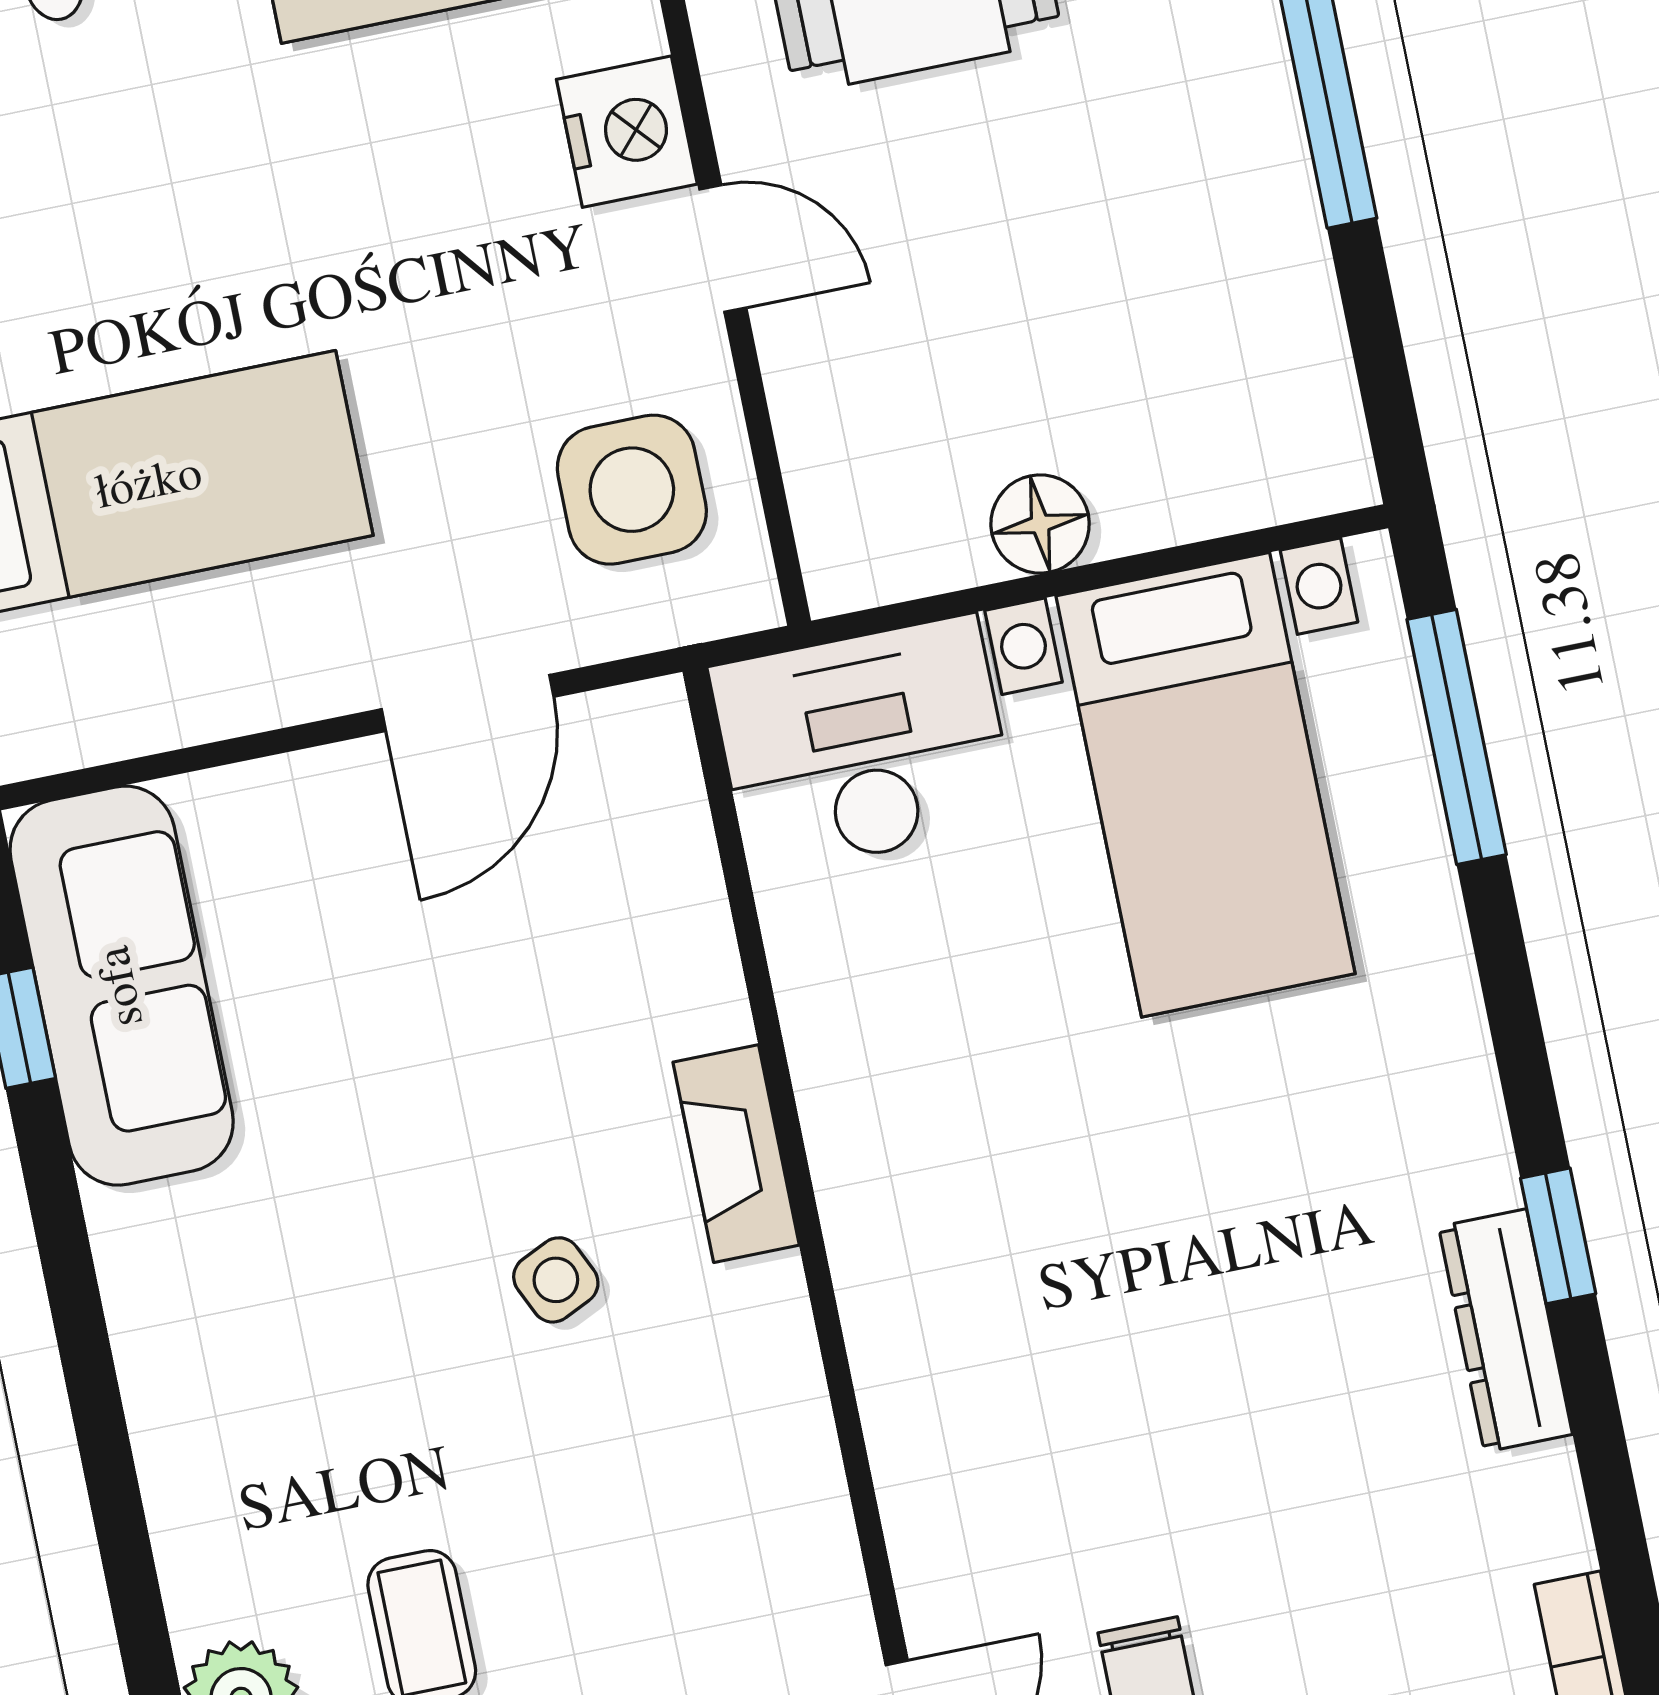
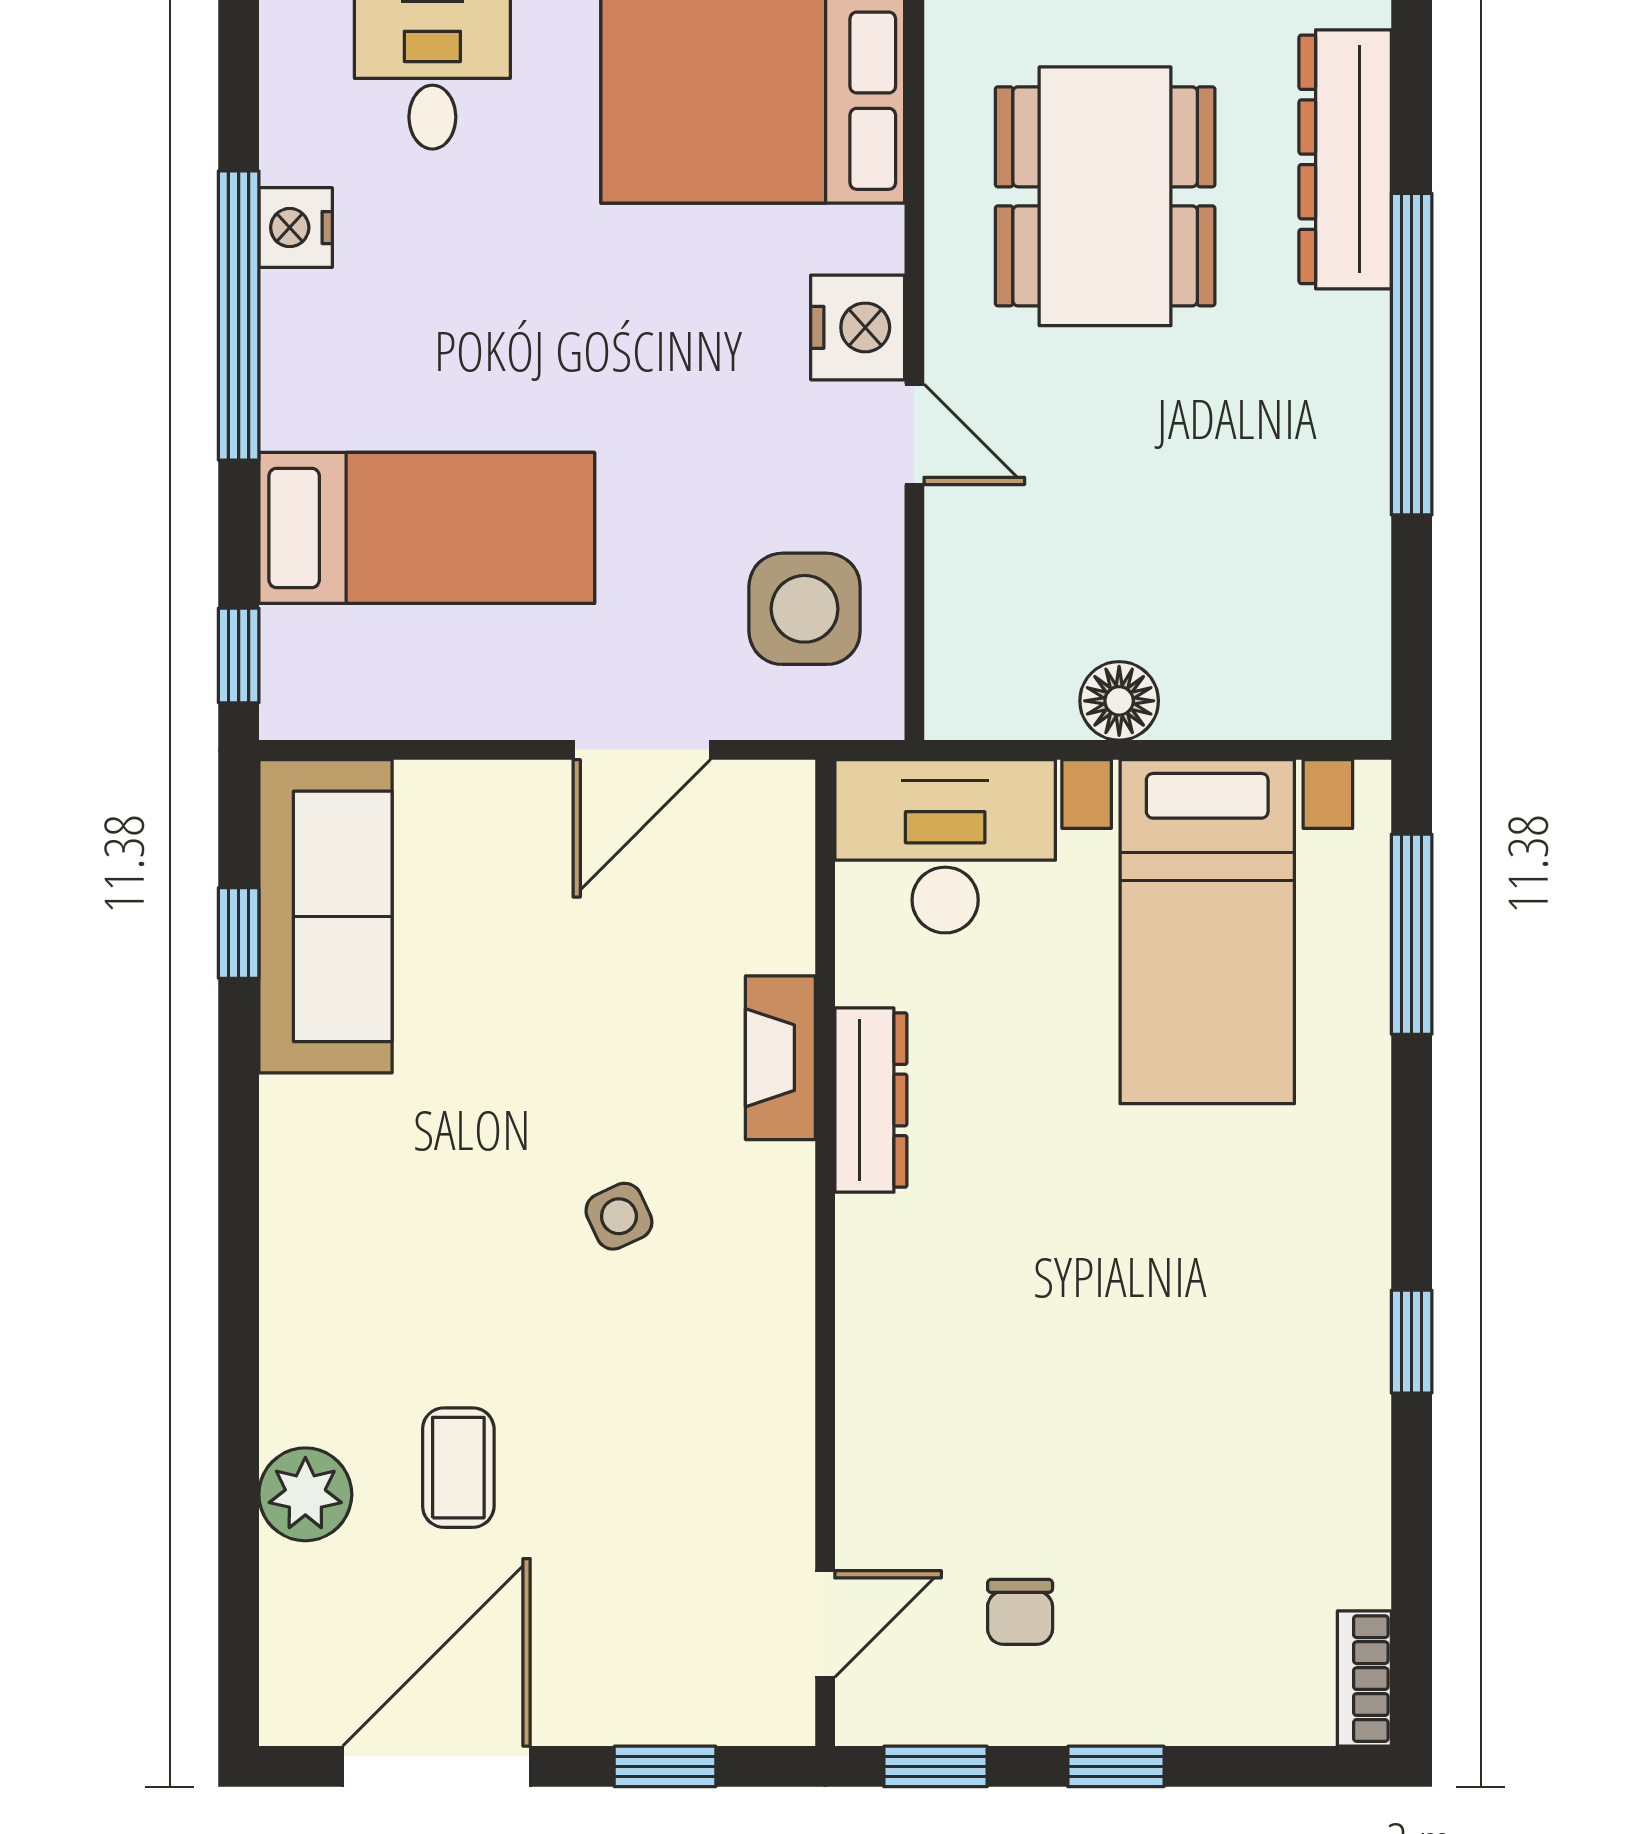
fireplace: (736, 1154) -> (780, 1058), moved
dresser: (1505, 1330) -> (871, 1100), moved, turned 180

